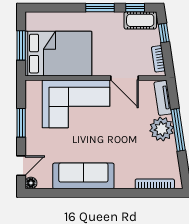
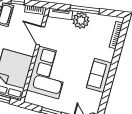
door: (124, 78) -> (40, 36), swing flipped
sofa: (83, 176) -> (99, 75), width x0.73

